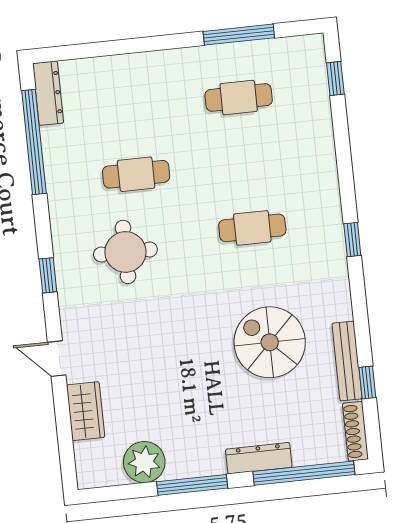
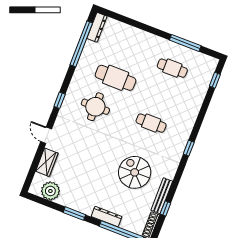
cafe table: (136, 174) -> (116, 78), width x1.37, depth x1.35
plant: (144, 462) -> (50, 191), moved
window: (192, 485) -> (74, 214), width x0.69

